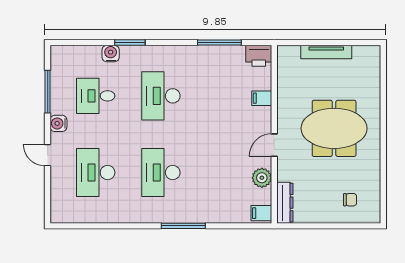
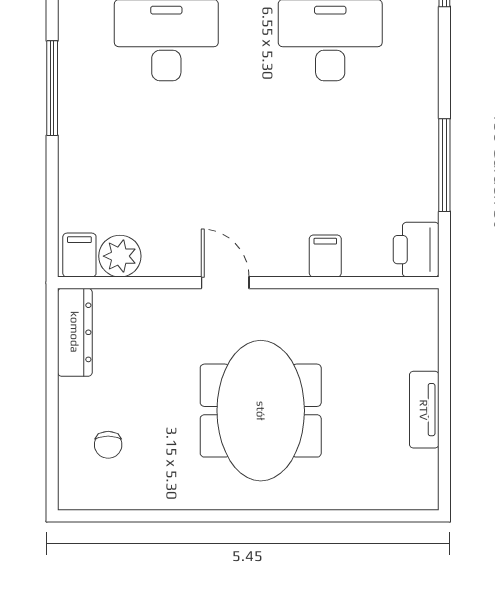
tv unit: (326, 52) -> (424, 410), width x0.71
plant: (262, 178) -> (120, 256), moved
dresser: (285, 203) -> (75, 332), moved, turned -90

